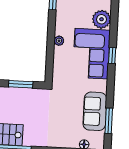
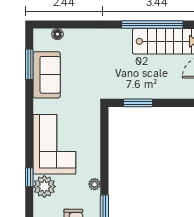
plant: (59, 41) -> (94, 184), moved
window: (112, 56) -> (29, 177), moved

